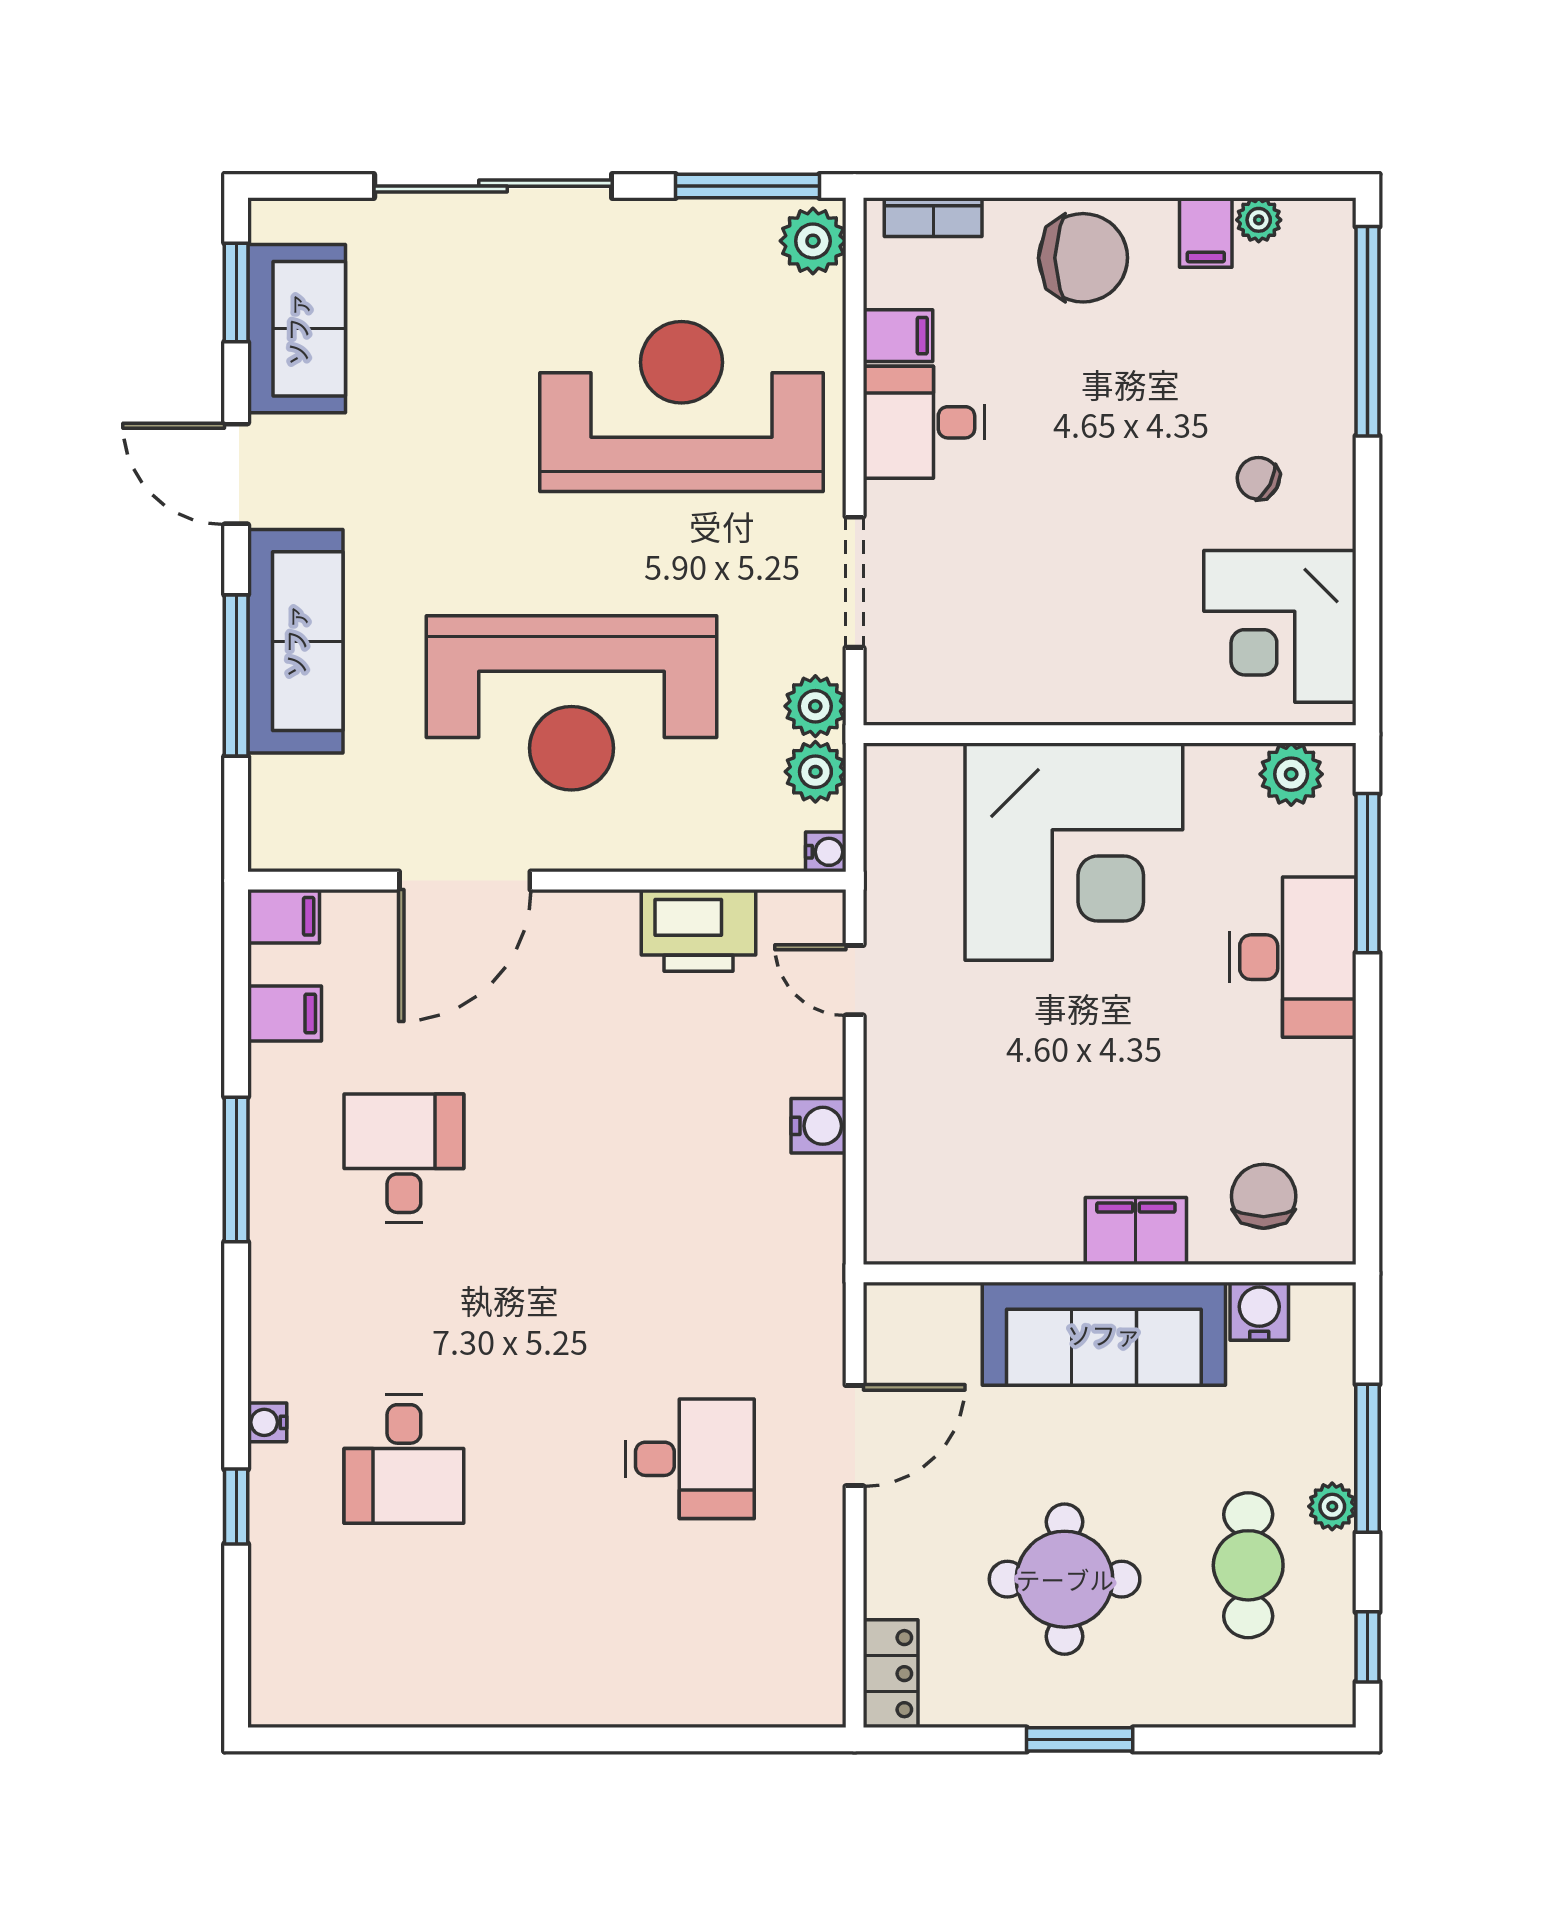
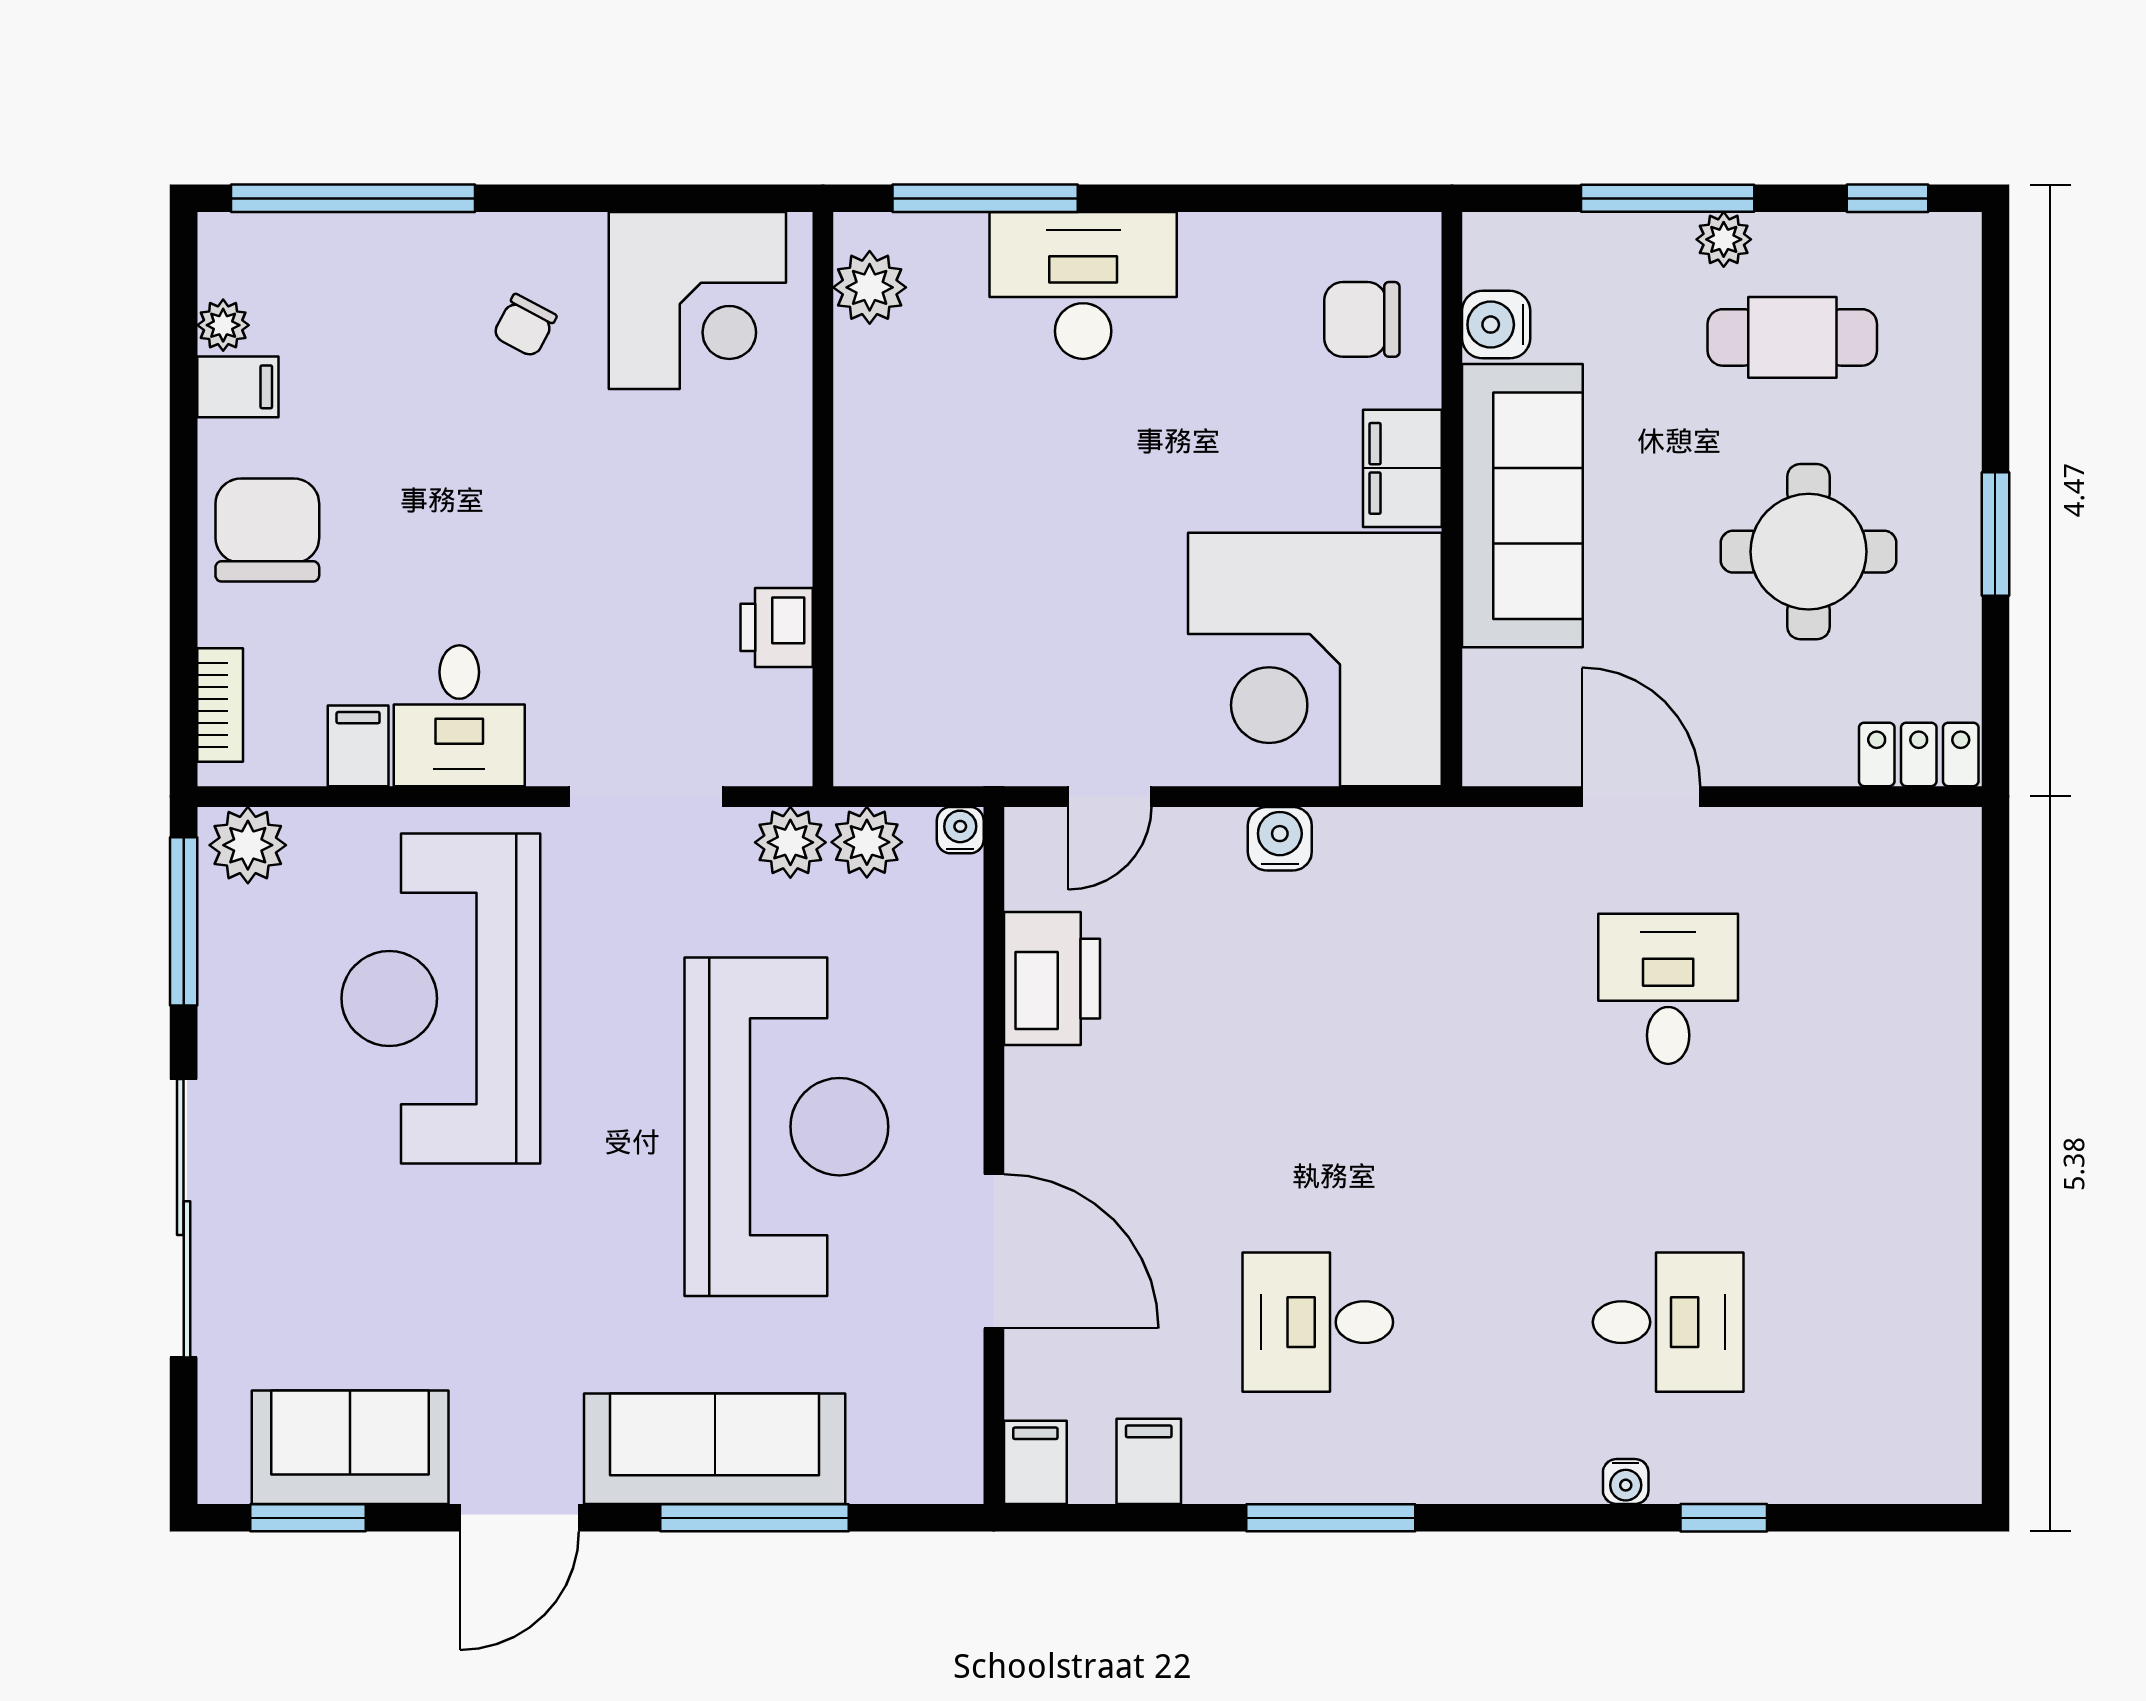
printer: (1000, 694) -> (777, 627), added
corner desk: (1074, 852) -> (1315, 659), moved, turned 180

